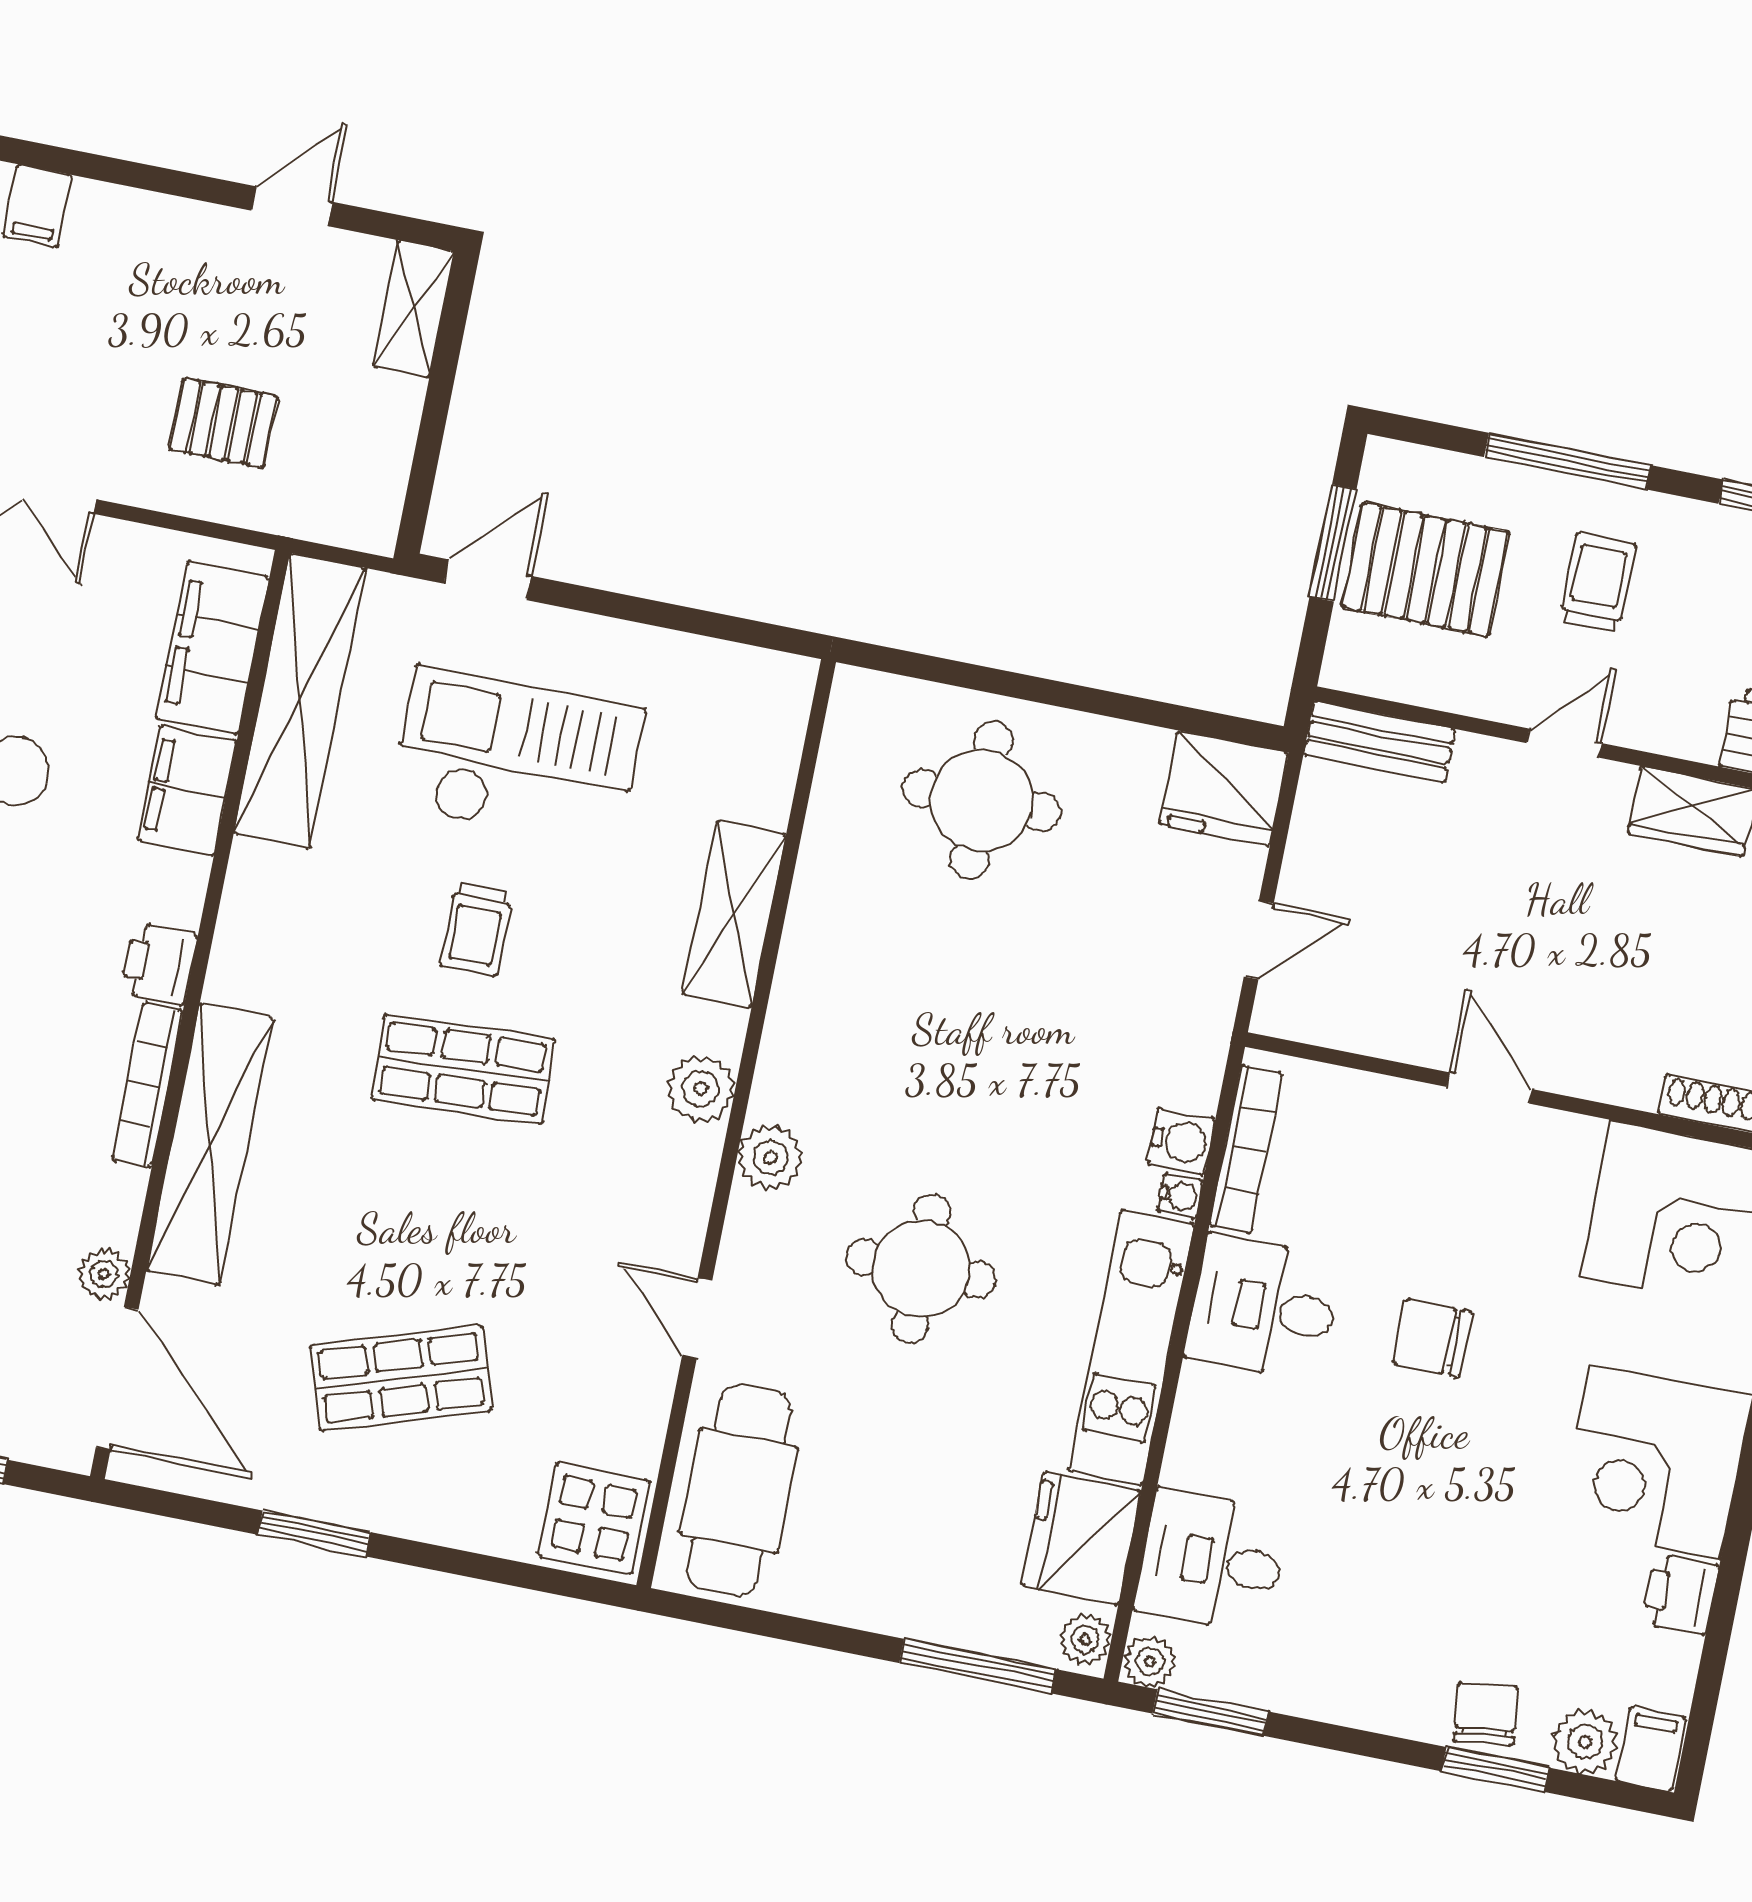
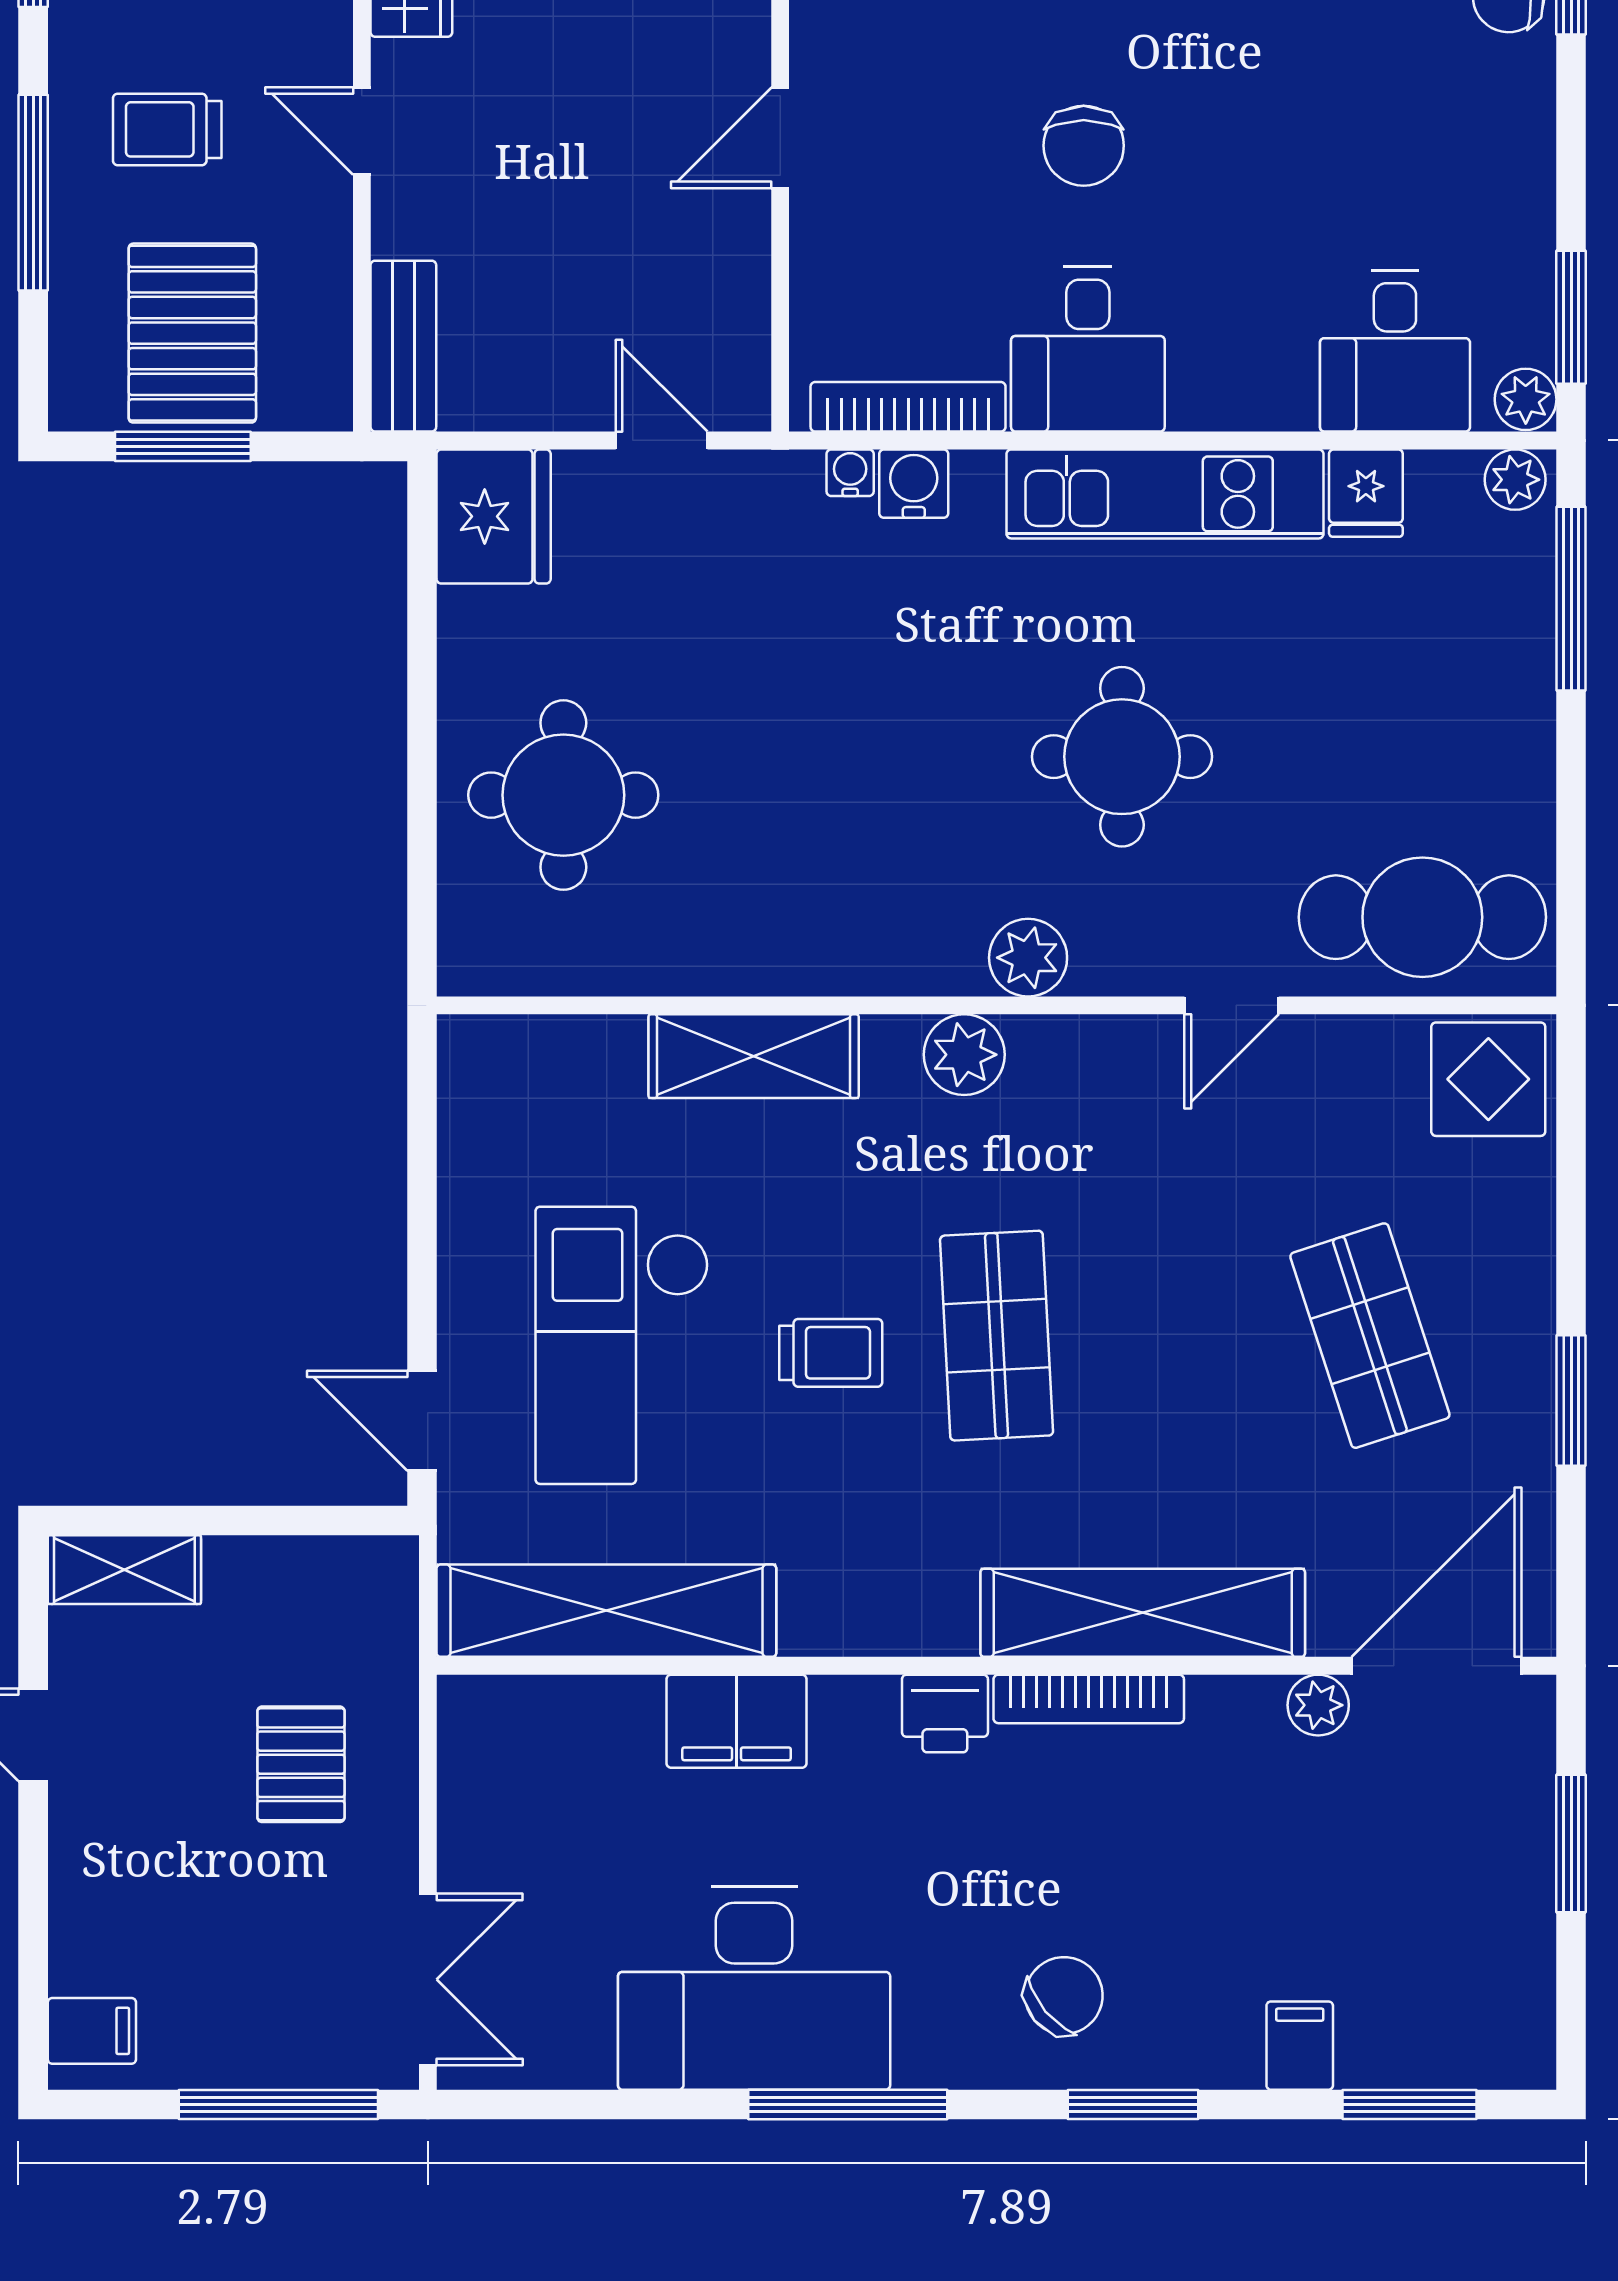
filing cabinet: (213, 648) -> (565, 1724), removed
water cooler: (1180, 1196) -> (850, 473), moved
fridge: (1081, 1538) -> (1366, 493), width x0.53, depth x0.75

